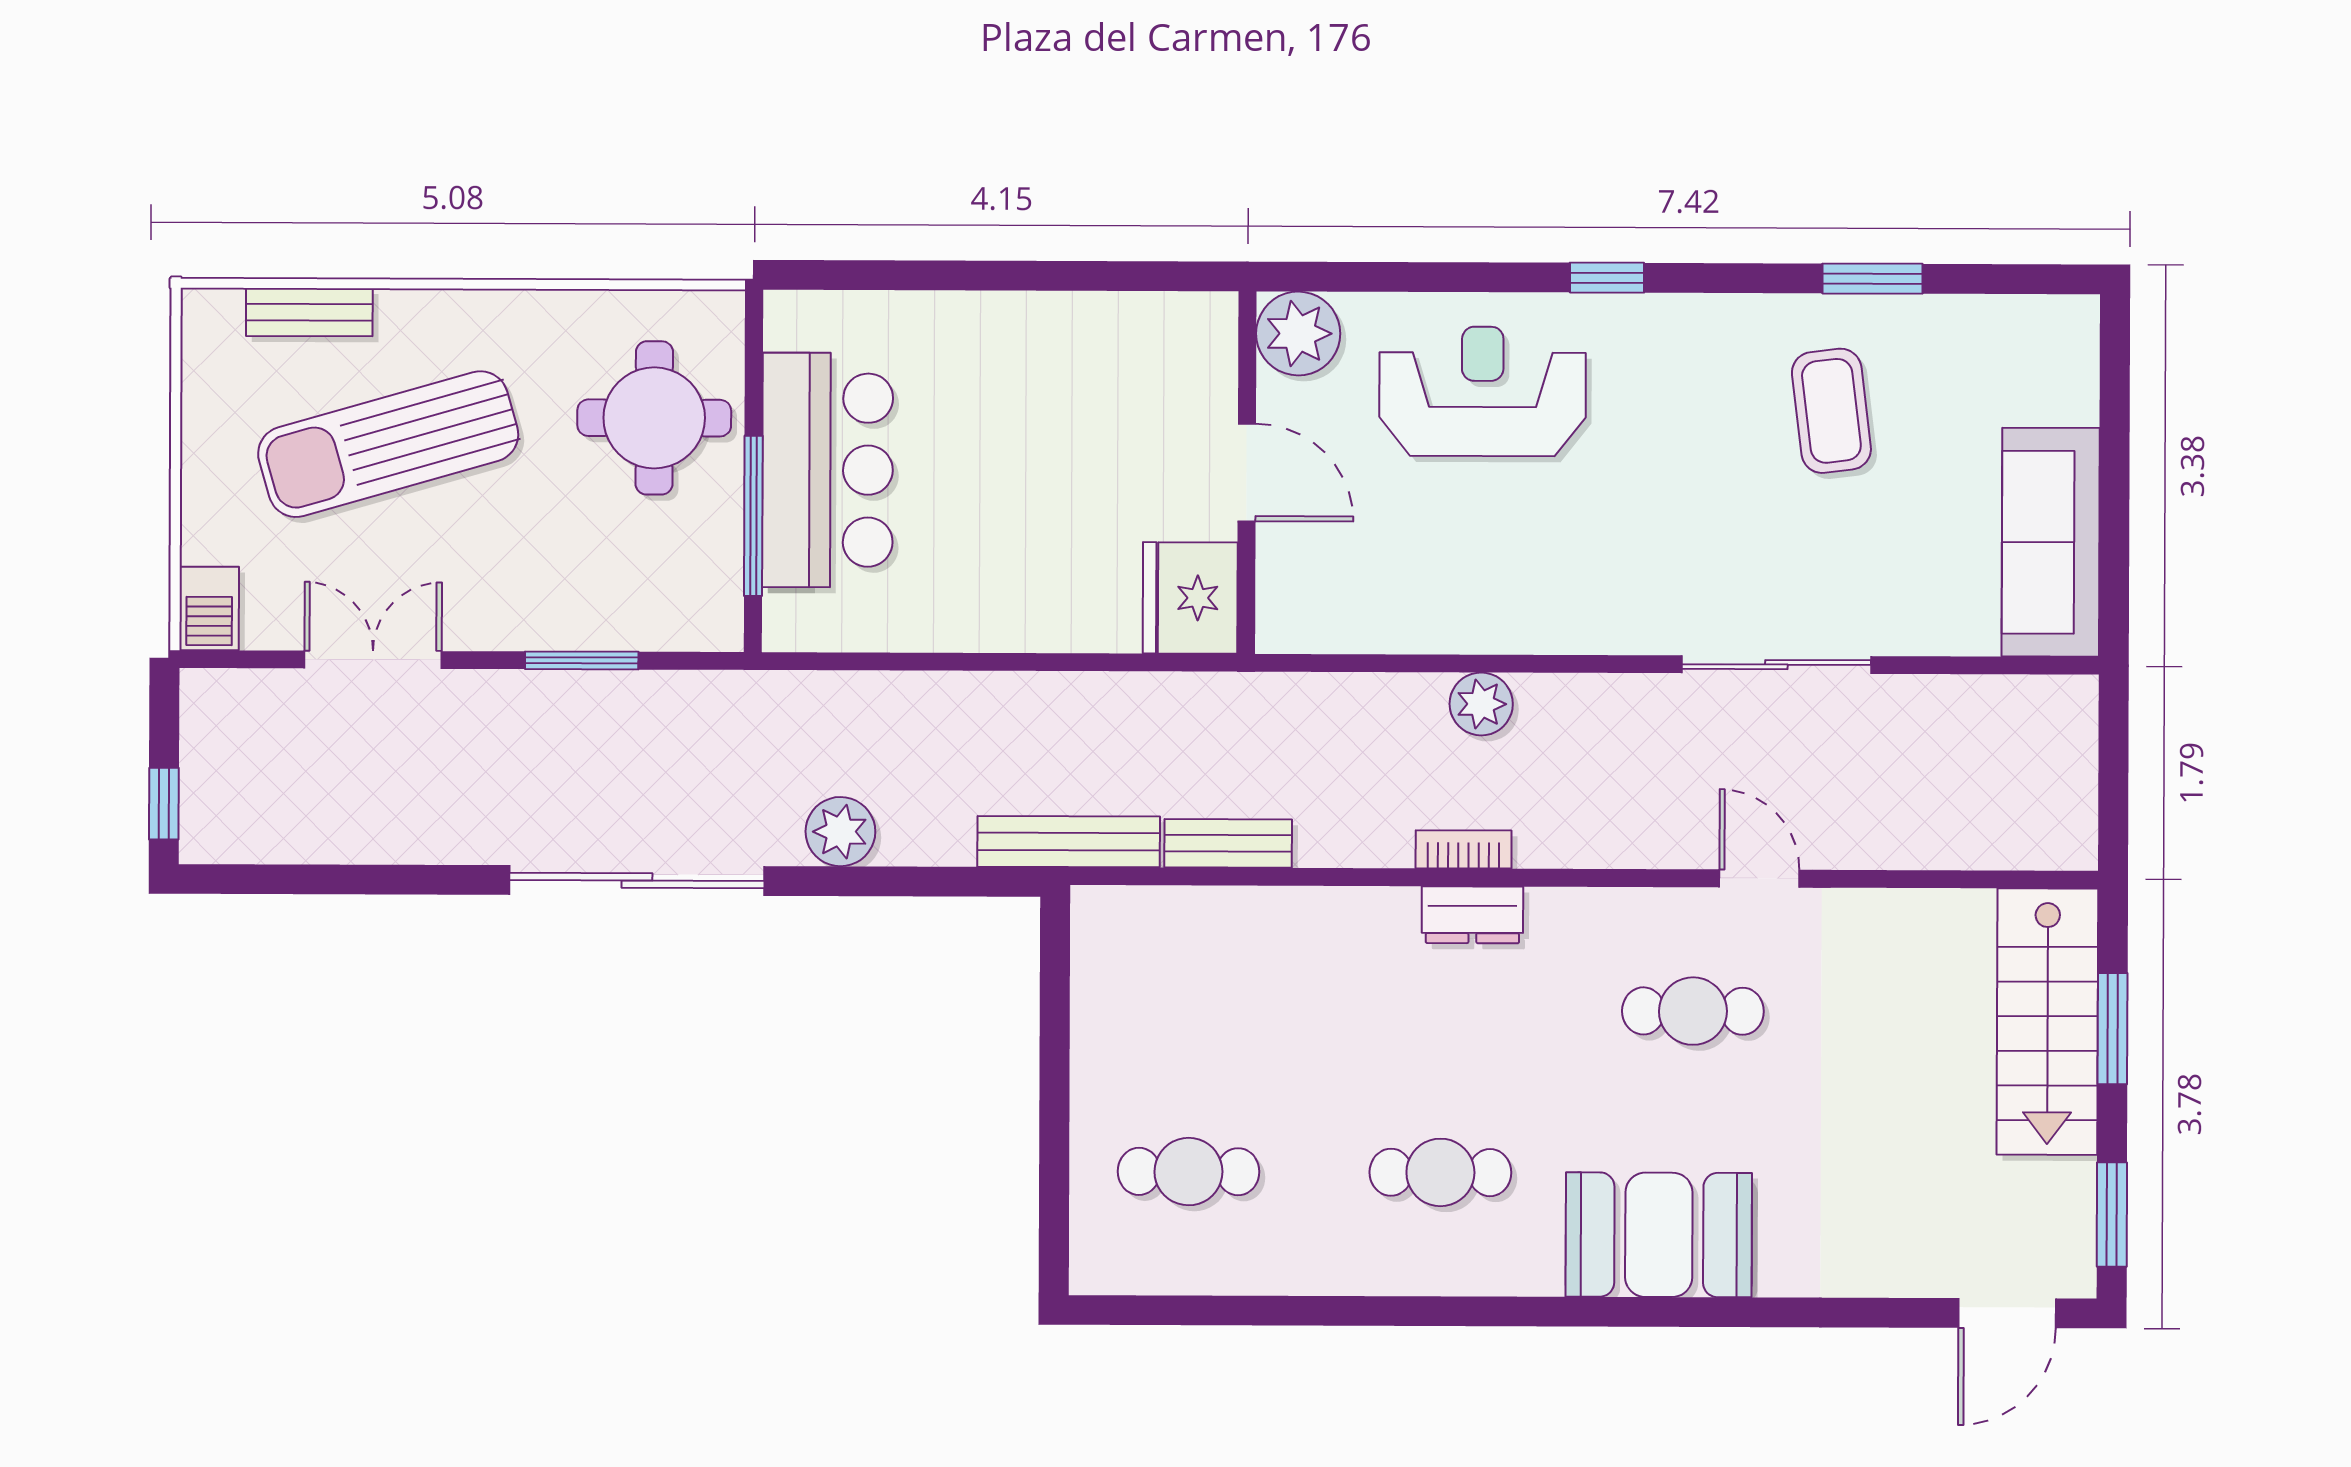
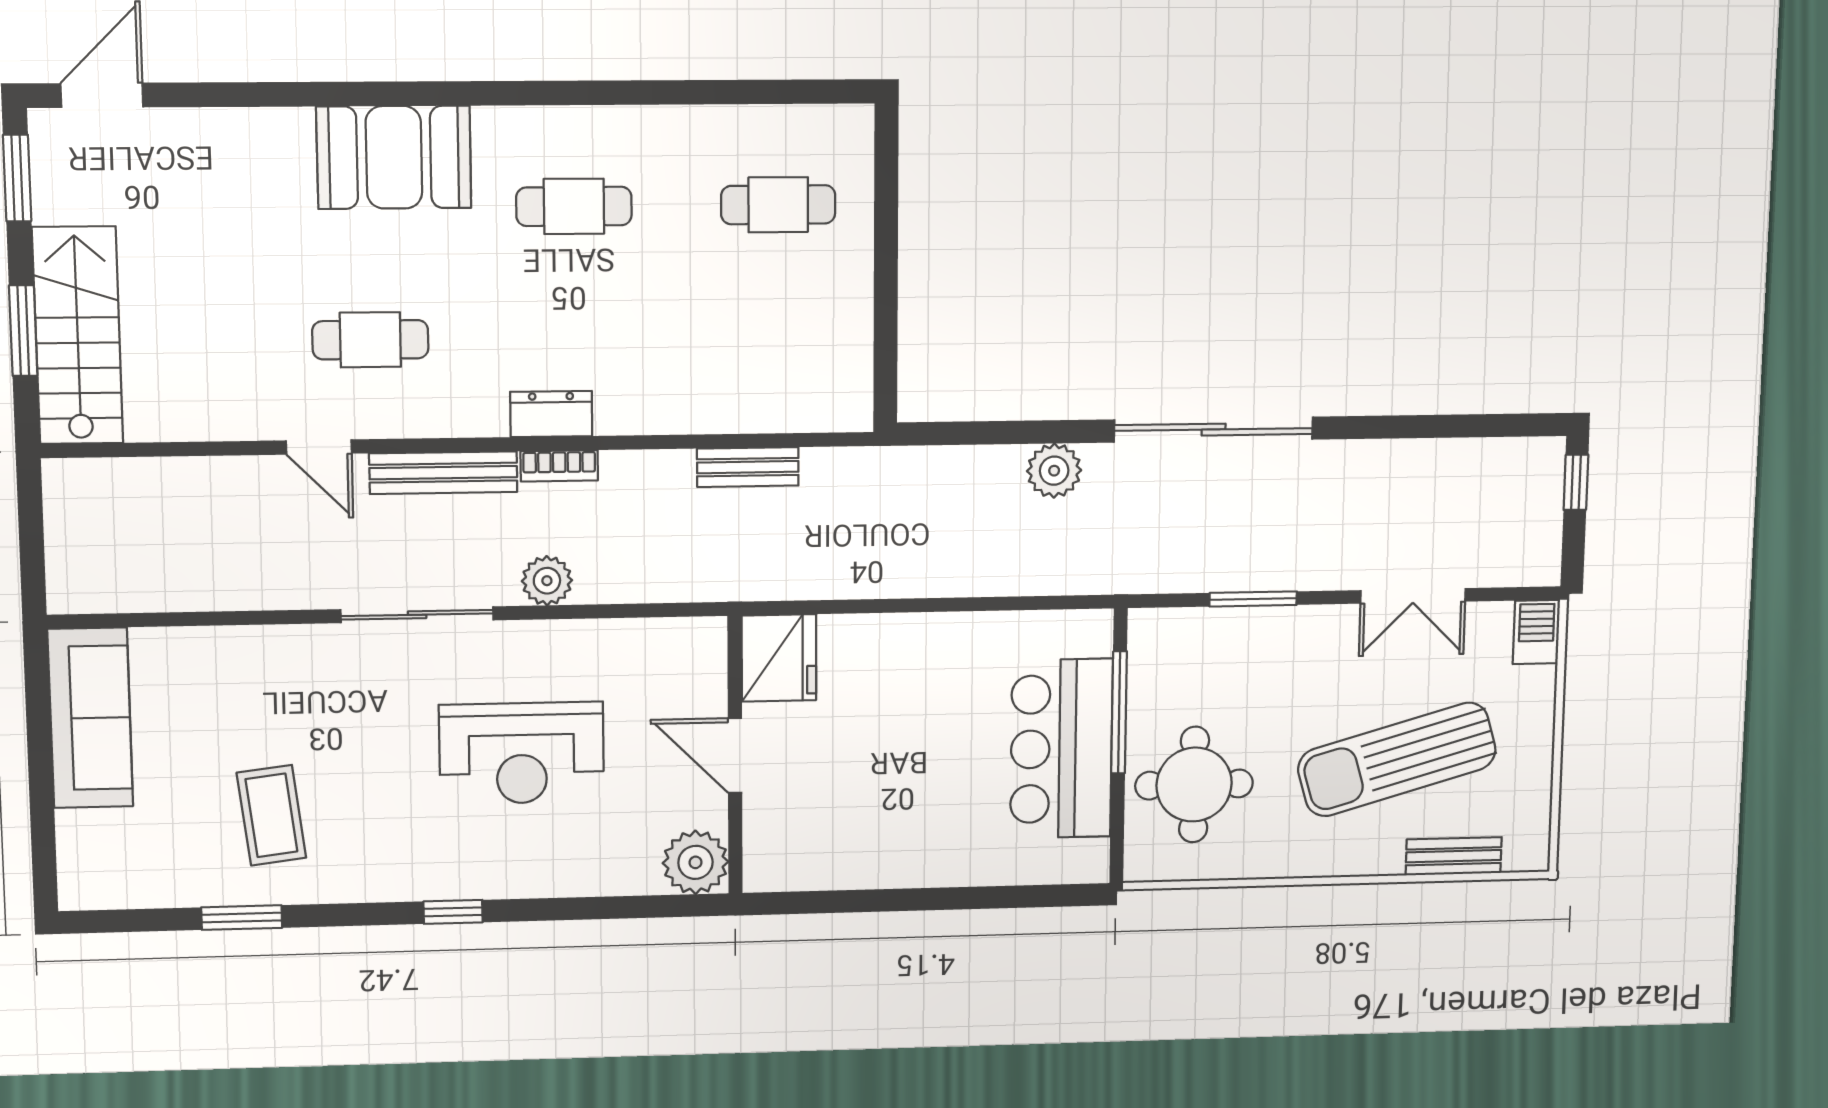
reception desk: (1483, 391) -> (522, 753), moved
sun lounger: (388, 444) -> (1397, 759), turned 180
sliding door: (1776, 665) -> (417, 615), moved
bench: (1069, 842) -> (443, 473), moved

